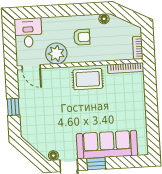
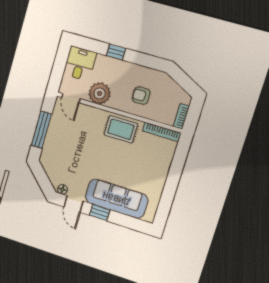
window: (58, 11) -> (116, 52), added
floor lamp: (104, 19) -> (158, 76), removed
armchair: (82, 37) -> (141, 96), moved, turned 180
window: (13, 107) -> (41, 130), width x2.17

